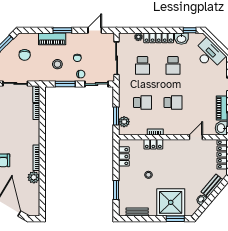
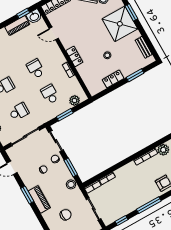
stool: (57, 64) -> (71, 184), moved
window: (116, 116) -> (65, 115), moved
locker: (153, 144) -> (74, 56), moved
locker: (124, 156) -> (113, 79), moved

